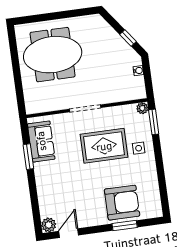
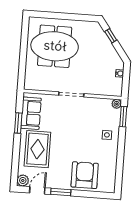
window: (128, 38) -> (111, 36), moved
rug: (104, 146) -> (37, 149), moved, turned 90
armchair: (122, 203) -> (85, 175), turned -90
window: (125, 225) -> (61, 192), moved

